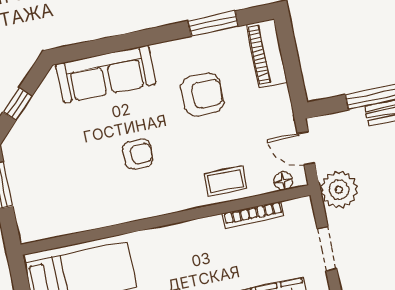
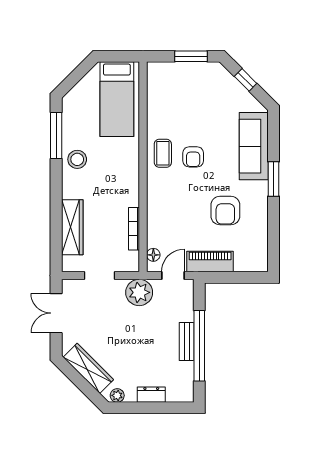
window: (213, 24) -> (274, 179), moved
piano: (267, 53) -> (210, 262), moved
coffee table: (226, 181) -> (163, 153), moved

